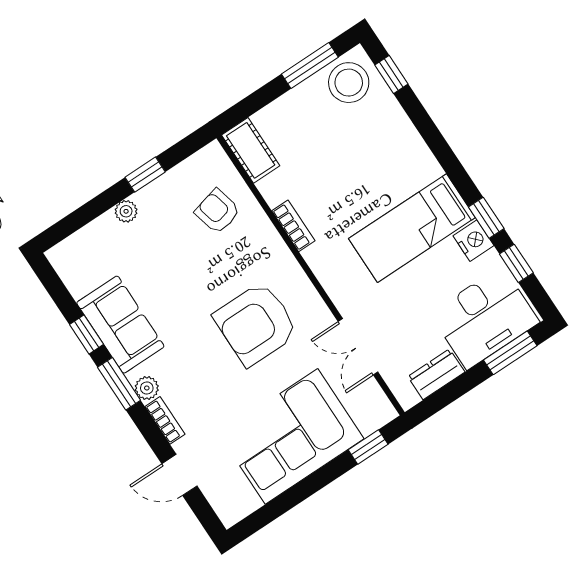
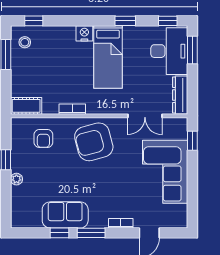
stool: (349, 83) -> (25, 42), width x0.53, depth x0.53
armchair: (217, 211) -> (43, 139), turned -76
nightstand: (473, 241) -> (84, 33), moved
window: (516, 263) -> (168, 21), moved
armchair: (256, 324) -> (94, 142), moved, turned 75
dresser: (436, 374) -> (180, 95), width x1.44
plant: (147, 388) -> (101, 222), removed

